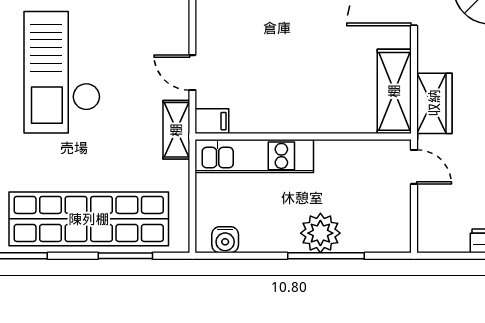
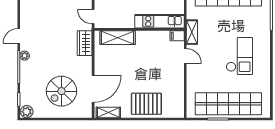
checkout: (62, 72) -> (239, 56), width x0.73, depth x0.83
shelving: (394, 91) -> (118, 38), moved, turned 90

